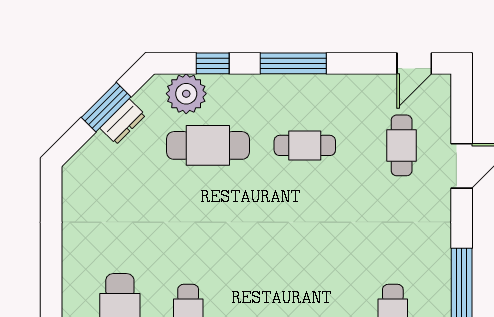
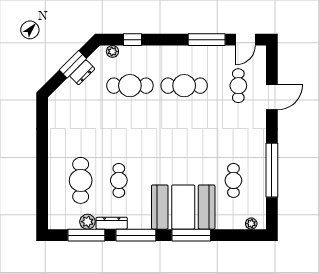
window: (293, 63) -> (207, 40), moved
plant: (186, 94) -> (112, 51), width x0.53, depth x0.53
cafe table: (305, 145) -> (184, 86), width x1.37, depth x1.35

